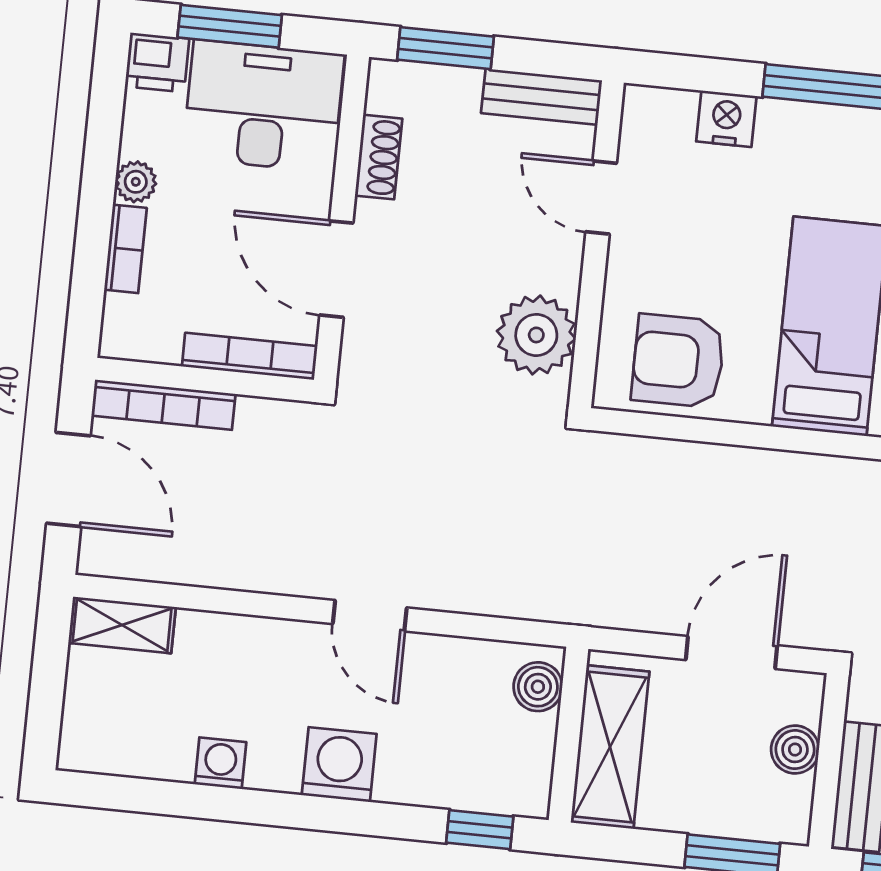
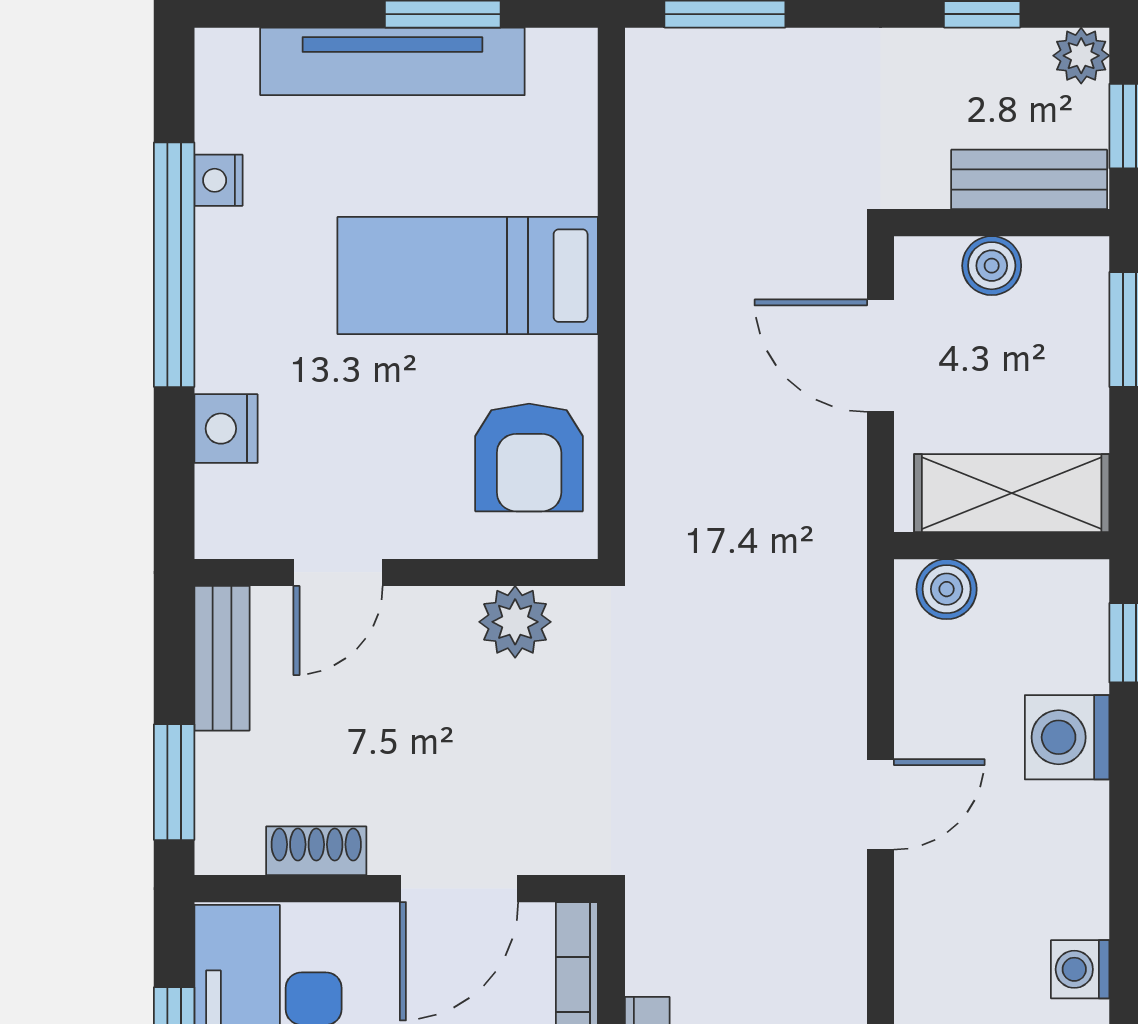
plant: (536, 335) -> (515, 622), width x0.73, depth x0.73
washing machine: (339, 765) -> (1067, 737), moved

